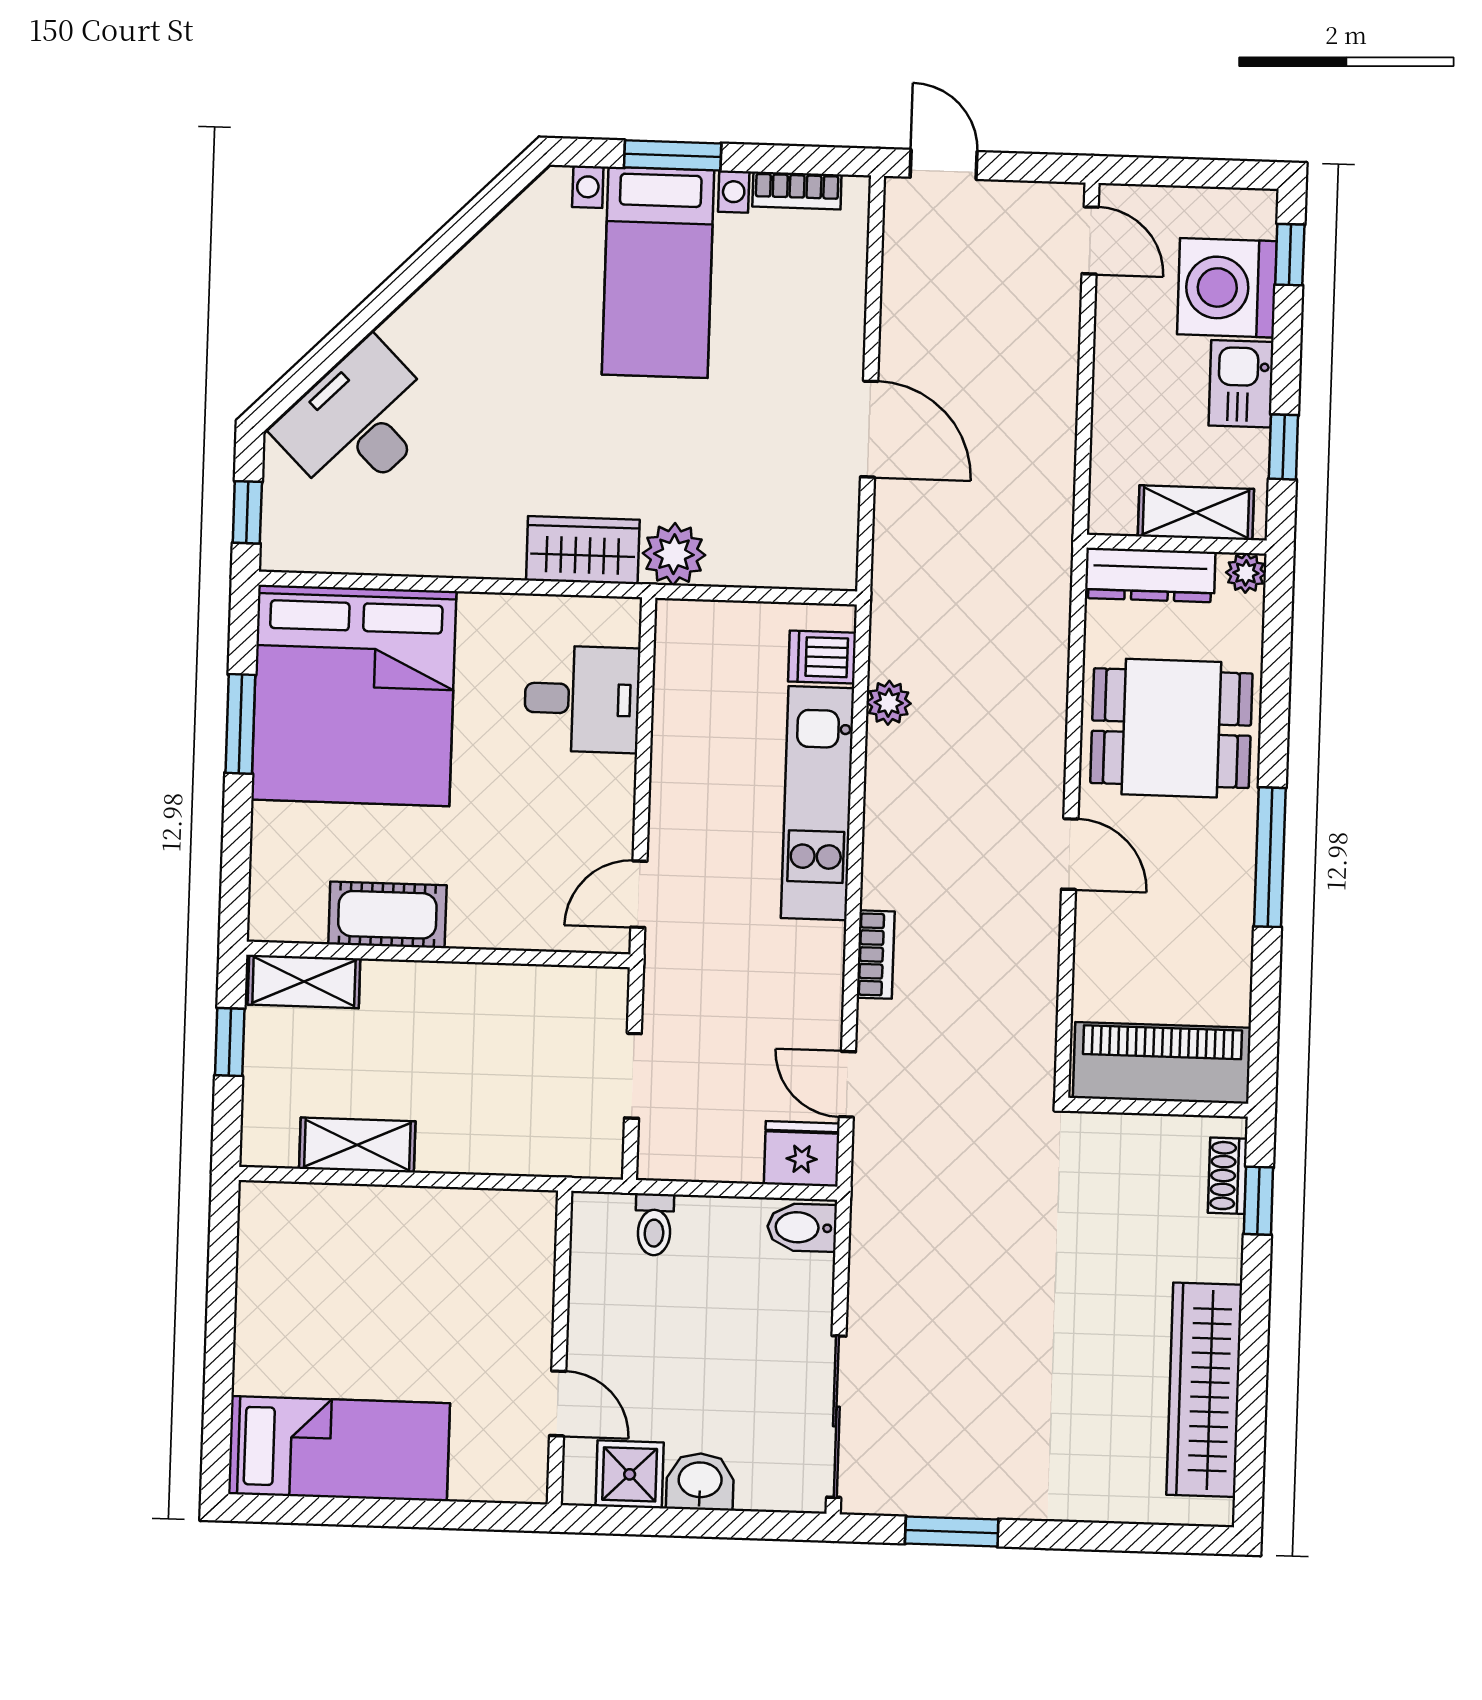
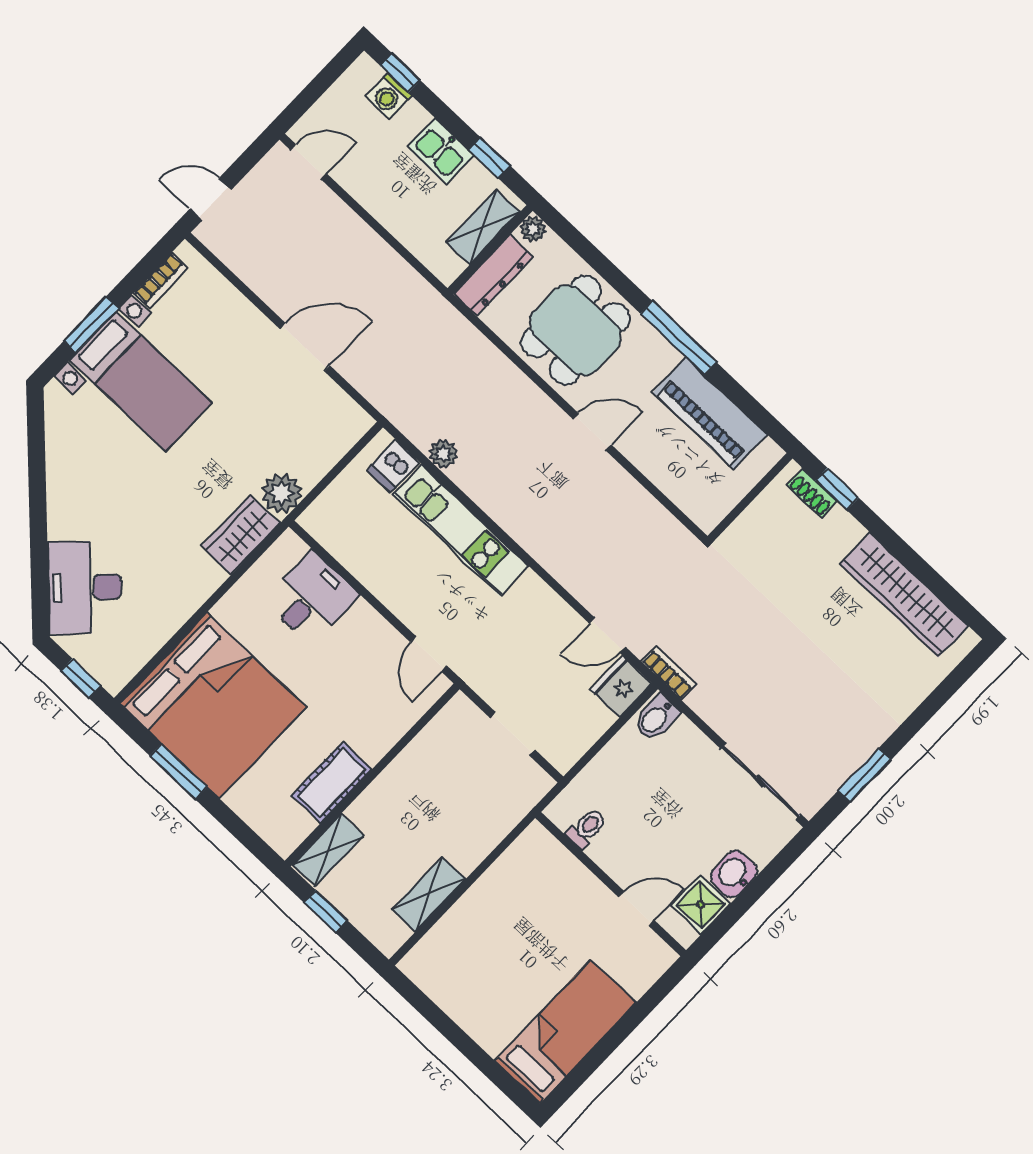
washing machine: (1227, 288) -> (389, 96), width x0.53, depth x0.53
bookcase: (876, 955) -> (669, 673), moved
piano: (1162, 1063) -> (710, 413), moved, turned -90
toilet: (654, 1224) -> (587, 828), moved, turned -90

